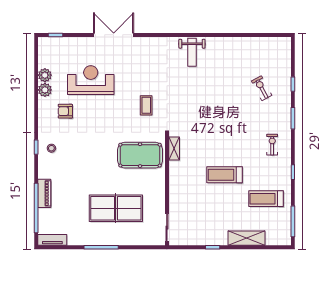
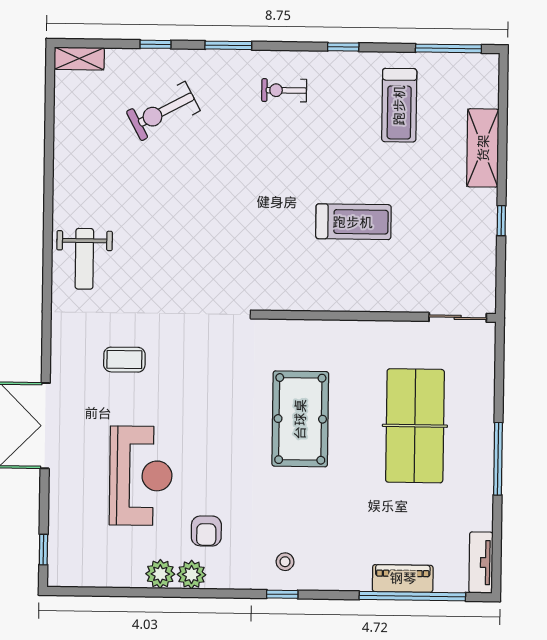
weight bench: (192, 52) -> (84, 259), turned 90
plant: (45, 75) -> (192, 575), moved
reception desk: (91, 80) -> (141, 476), turned 180
exercise bike: (262, 88) -> (163, 111), width x1.38, depth x1.39
coffee table: (146, 105) -> (124, 360), moved
shelving: (174, 148) -> (79, 58), moved
pool table: (140, 155) -> (300, 419), moved
treadmill: (225, 175) -> (353, 222), moved, turned -90
piano: (44, 193) -> (403, 578), moved

